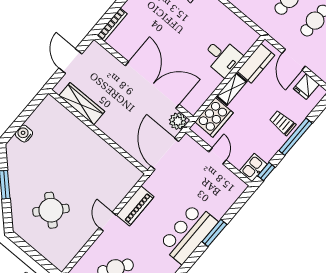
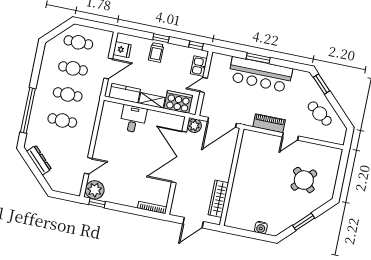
window: (295, 137) -> (161, 38), width x0.46
kitchen sink: (253, 168) -> (199, 66), moved, turned 90
bar counter: (188, 233) -> (260, 74), width x1.36

